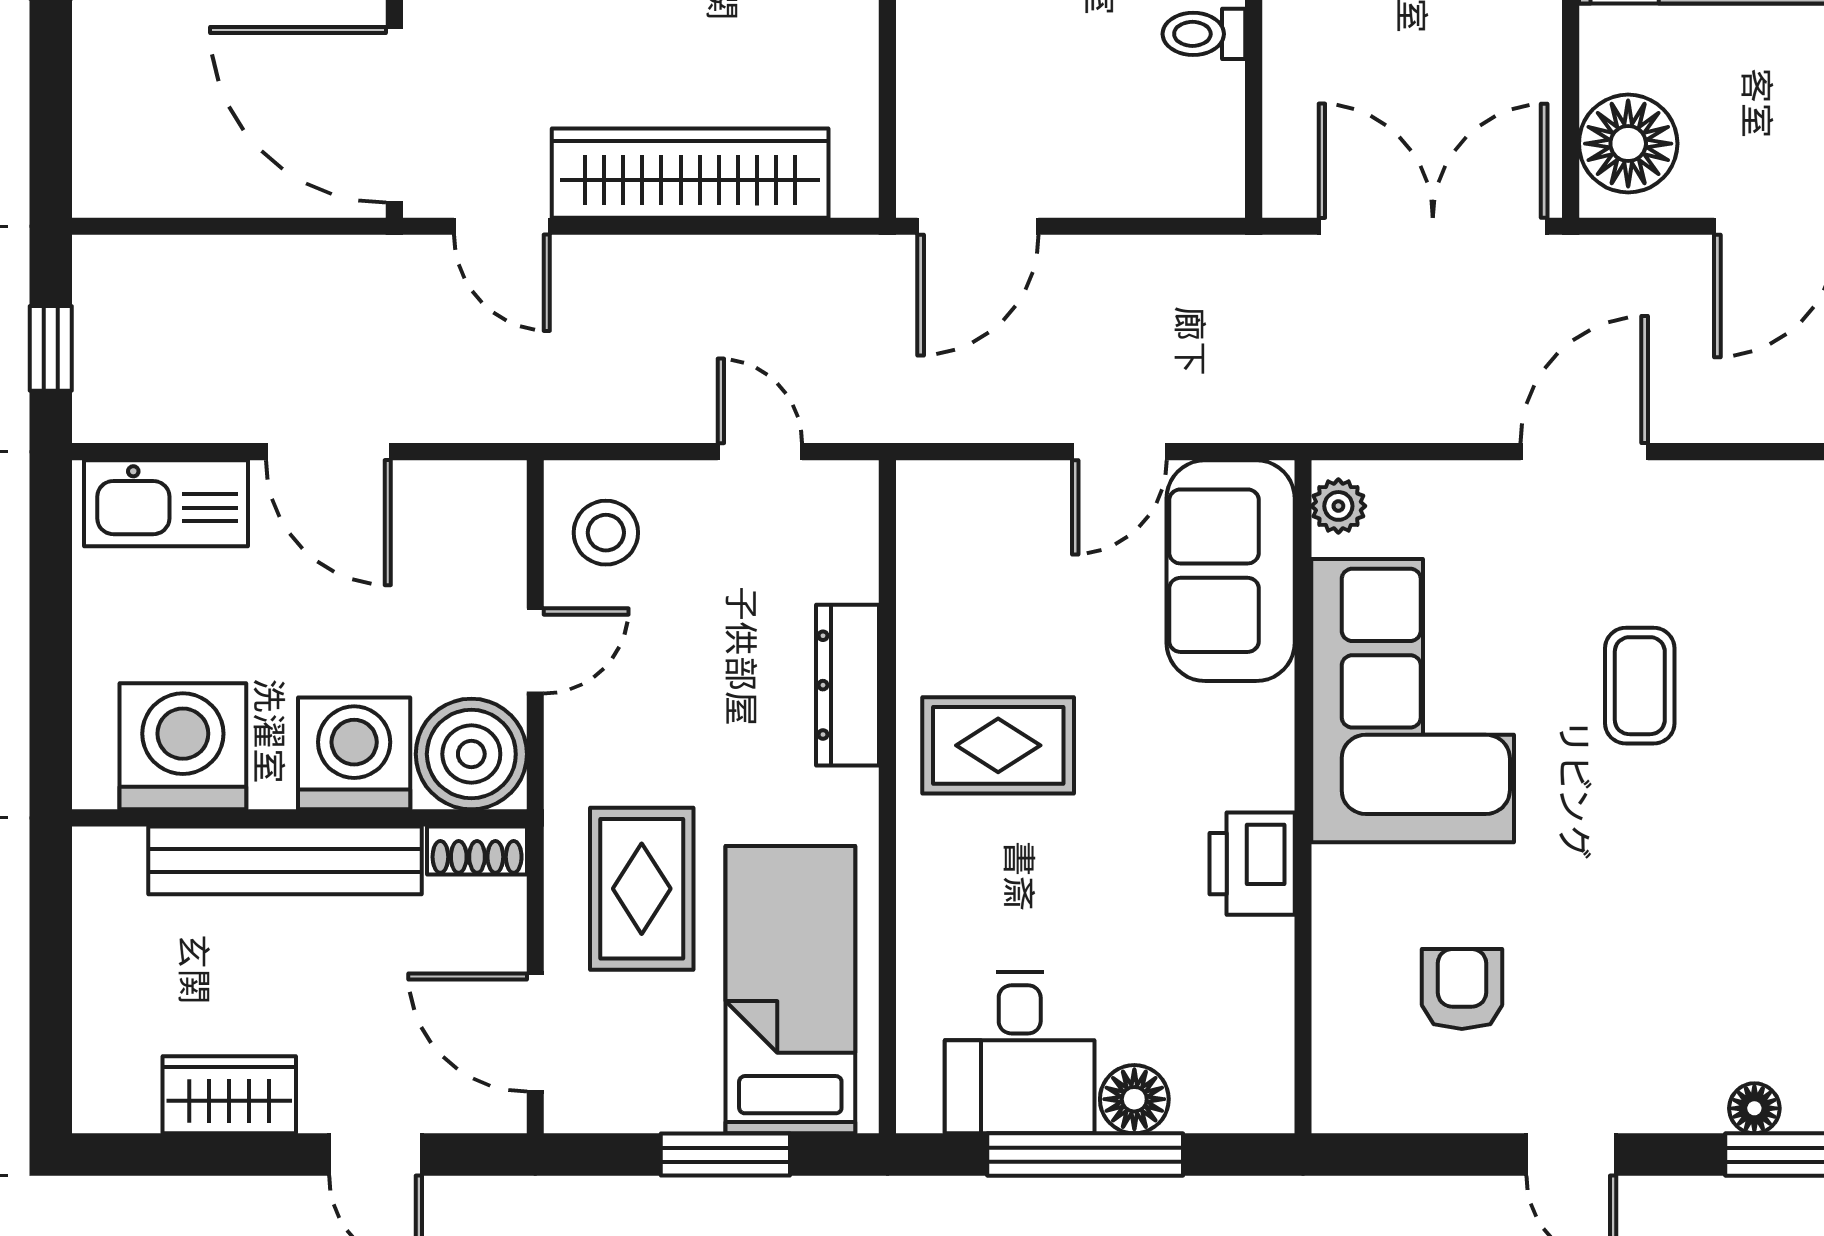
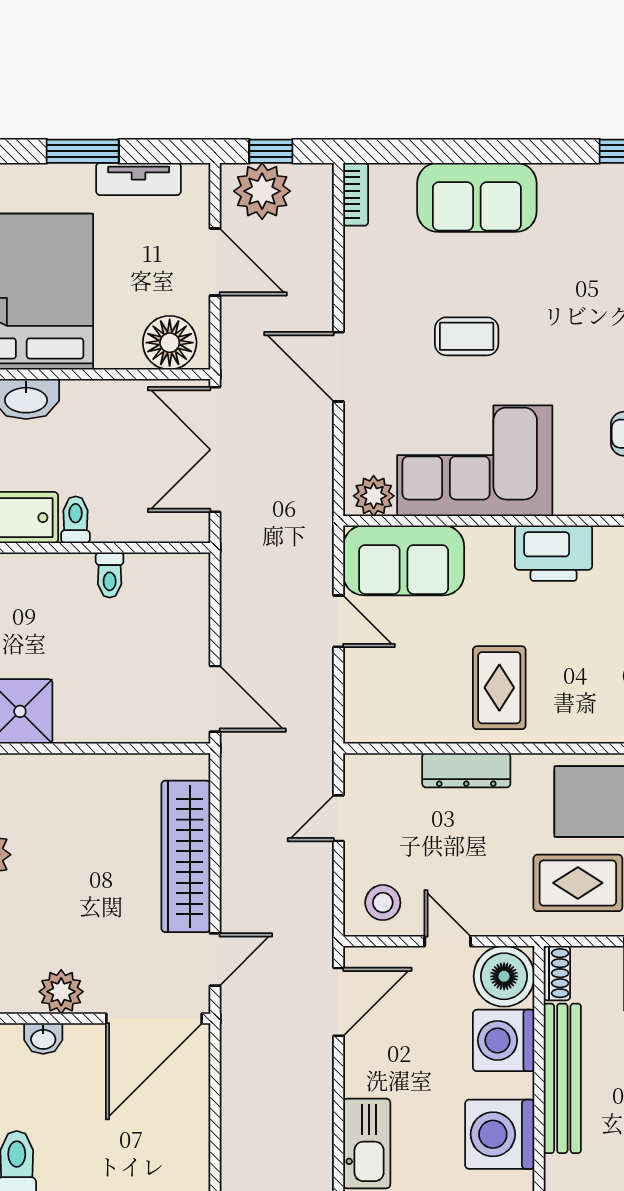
door: (328, 452) -> (338, 1002), moved
plant: (1338, 506) -> (374, 496), width x1.38, depth x1.38
printer: (1252, 864) -> (554, 553), width x1.37, depth x1.19

